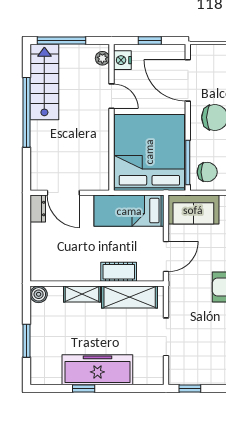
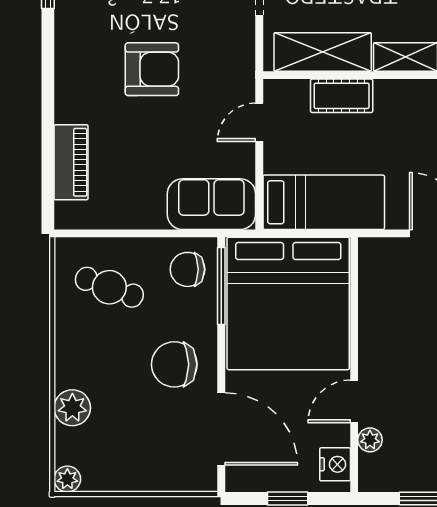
plant: (102, 58) -> (370, 440), moved
door: (111, 96) -> (354, 401), hinge flipped
door: (166, 257) -> (259, 122), width x0.73

